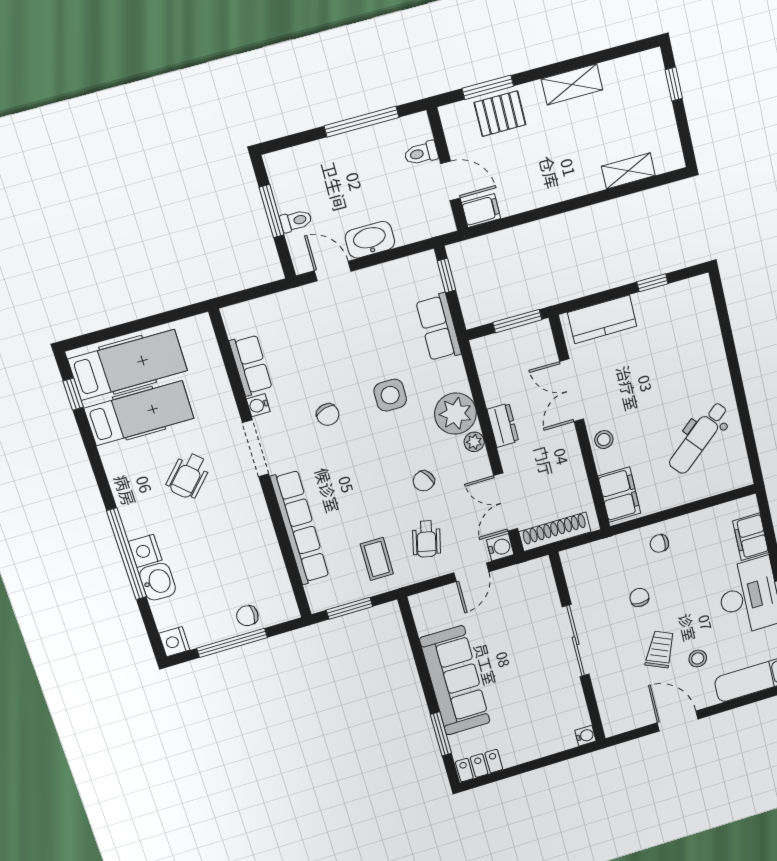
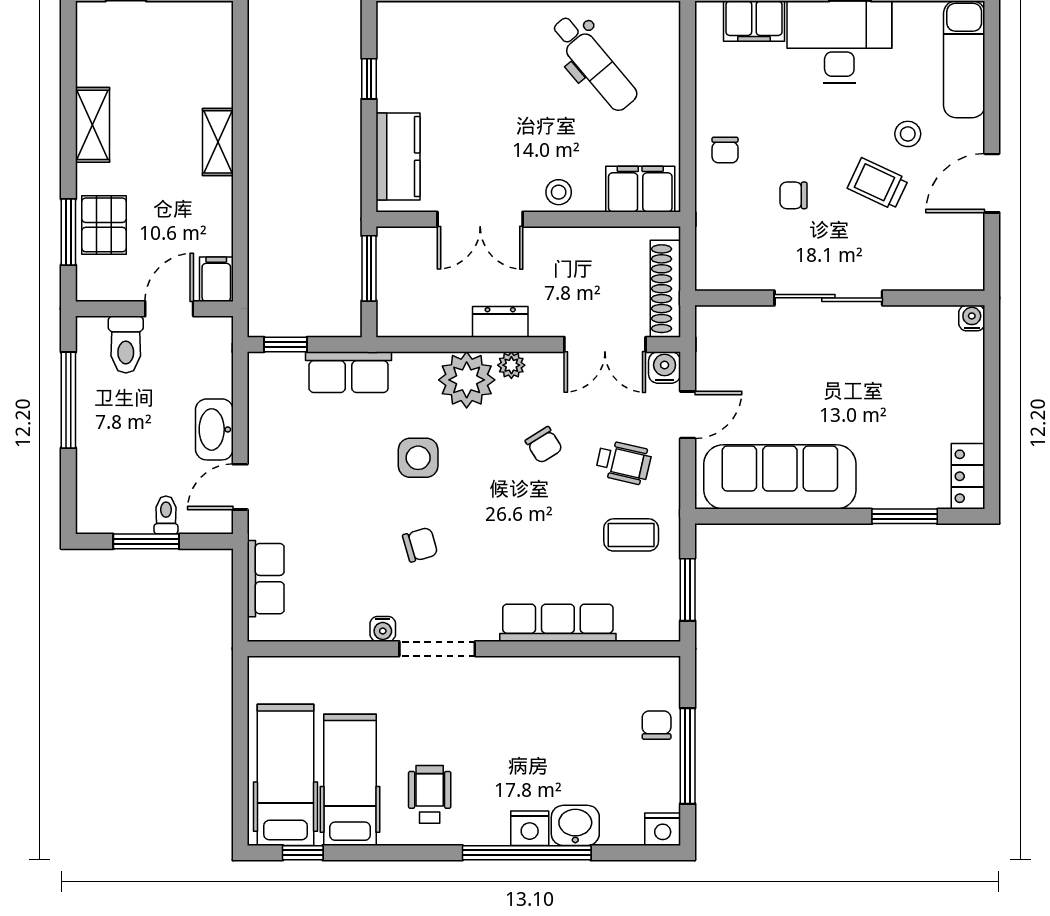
toilet: (421, 153) -> (126, 344), width x1.37, depth x1.39
shelving: (628, 171) -> (218, 142), moved
row of seats: (251, 365) -> (266, 579), moved, turned 90
wheelchair: (188, 476) -> (430, 794), moved, turned -133
row of seats: (300, 527) -> (558, 623), width x0.73
door: (471, 572) -> (688, 415), hinge flipped
chair: (247, 616) -> (657, 725), turned 180
sofa: (455, 681) -> (780, 477), moved

